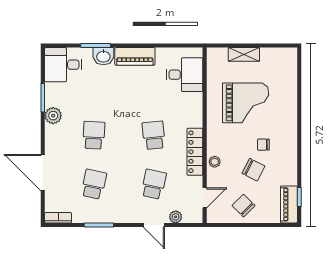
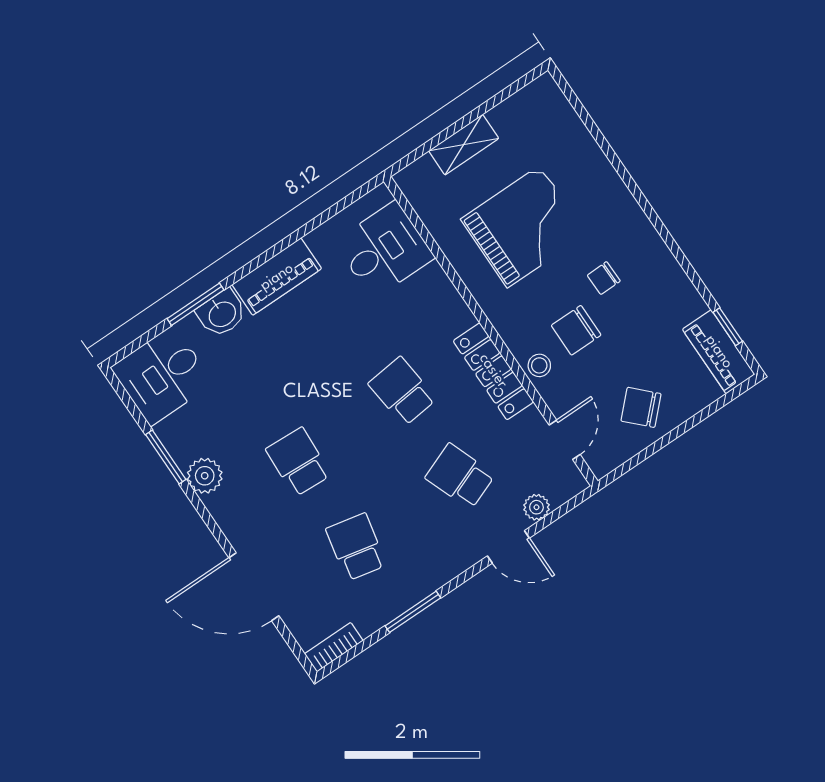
chair: (253, 170) -> (576, 330), moved, turned 153
school desk: (154, 184) -> (460, 476), turned -33

